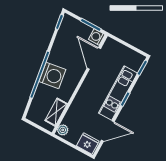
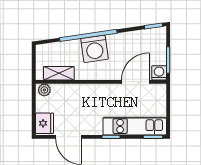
kitchen unit: (118, 93) -> (135, 126), moved

